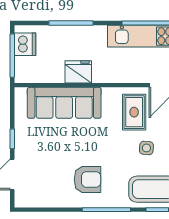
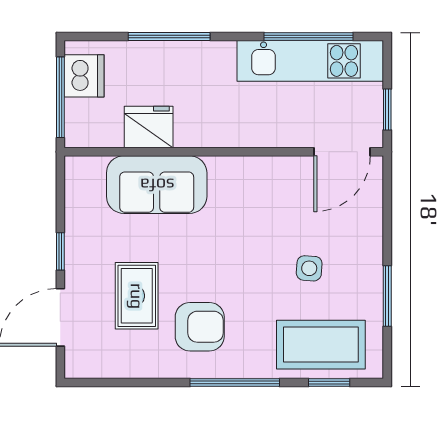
fridge: (78, 72) -> (149, 127), moved
sofa: (64, 103) -> (157, 185), width x0.73
rug: (134, 112) -> (137, 296), moved

